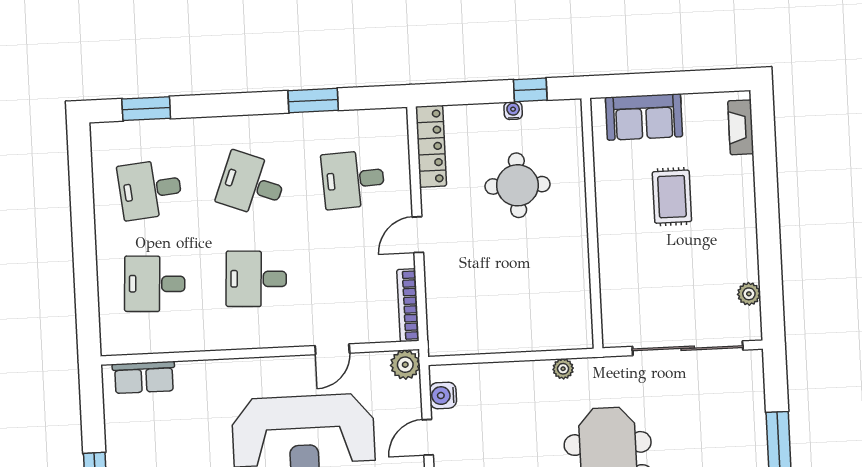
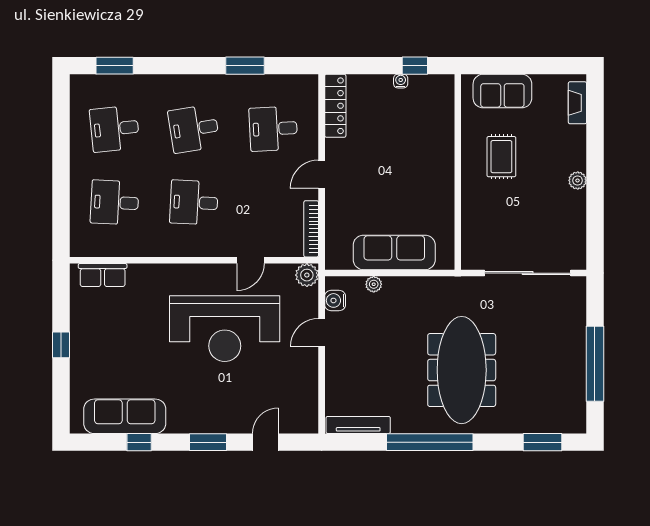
desk: (252, 184) -> (194, 129), turned -30
round table: (517, 185) -> (401, 139), removed
rug: (672, 197) -> (501, 157), moved
plant: (749, 294) -> (578, 180), moved
sofa: (516, 330) -> (394, 252), added
plant: (563, 369) -> (374, 284), moved

